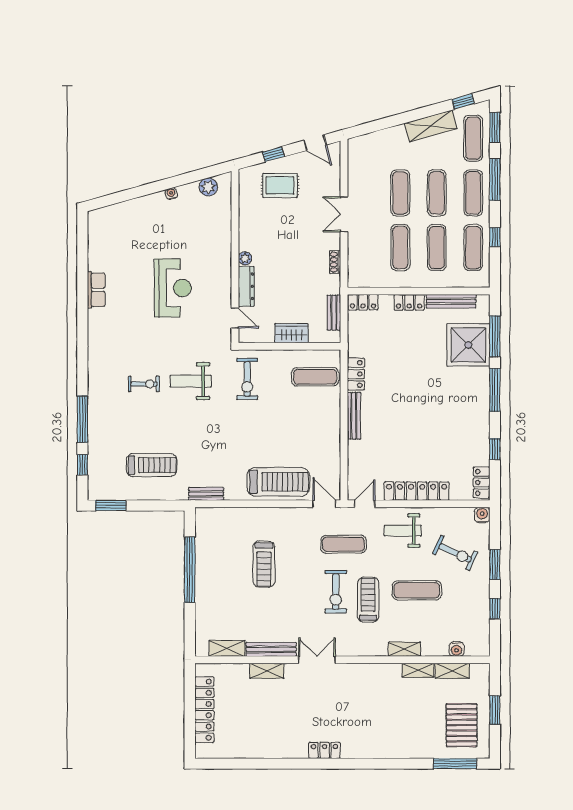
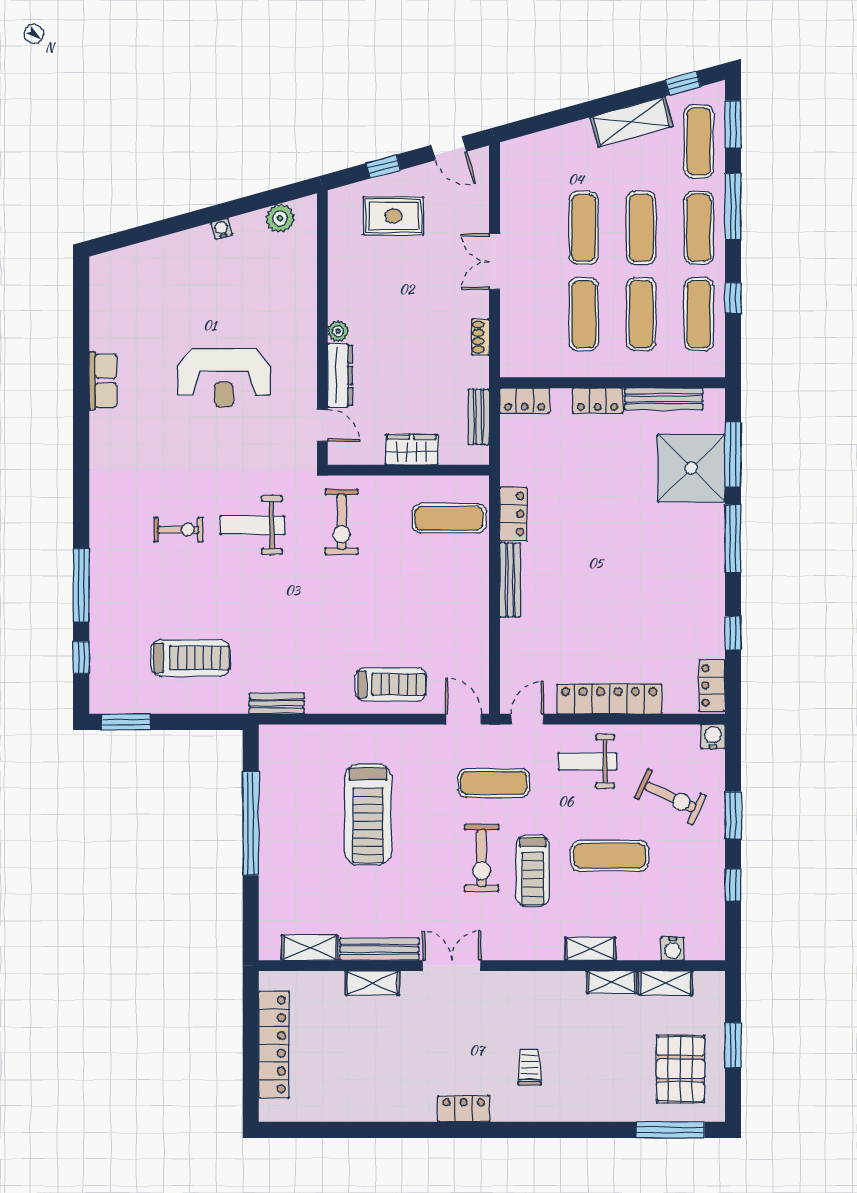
reception desk: (173, 288) -> (224, 378), turned 90
treadmill: (278, 482) -> (391, 684), width x0.73, depth x0.73
treadmill: (264, 564) -> (368, 814), width x1.37, depth x1.38
treadmill: (368, 600) -> (533, 871), turned 180
trolley: (366, 724) -> (529, 1067), added

